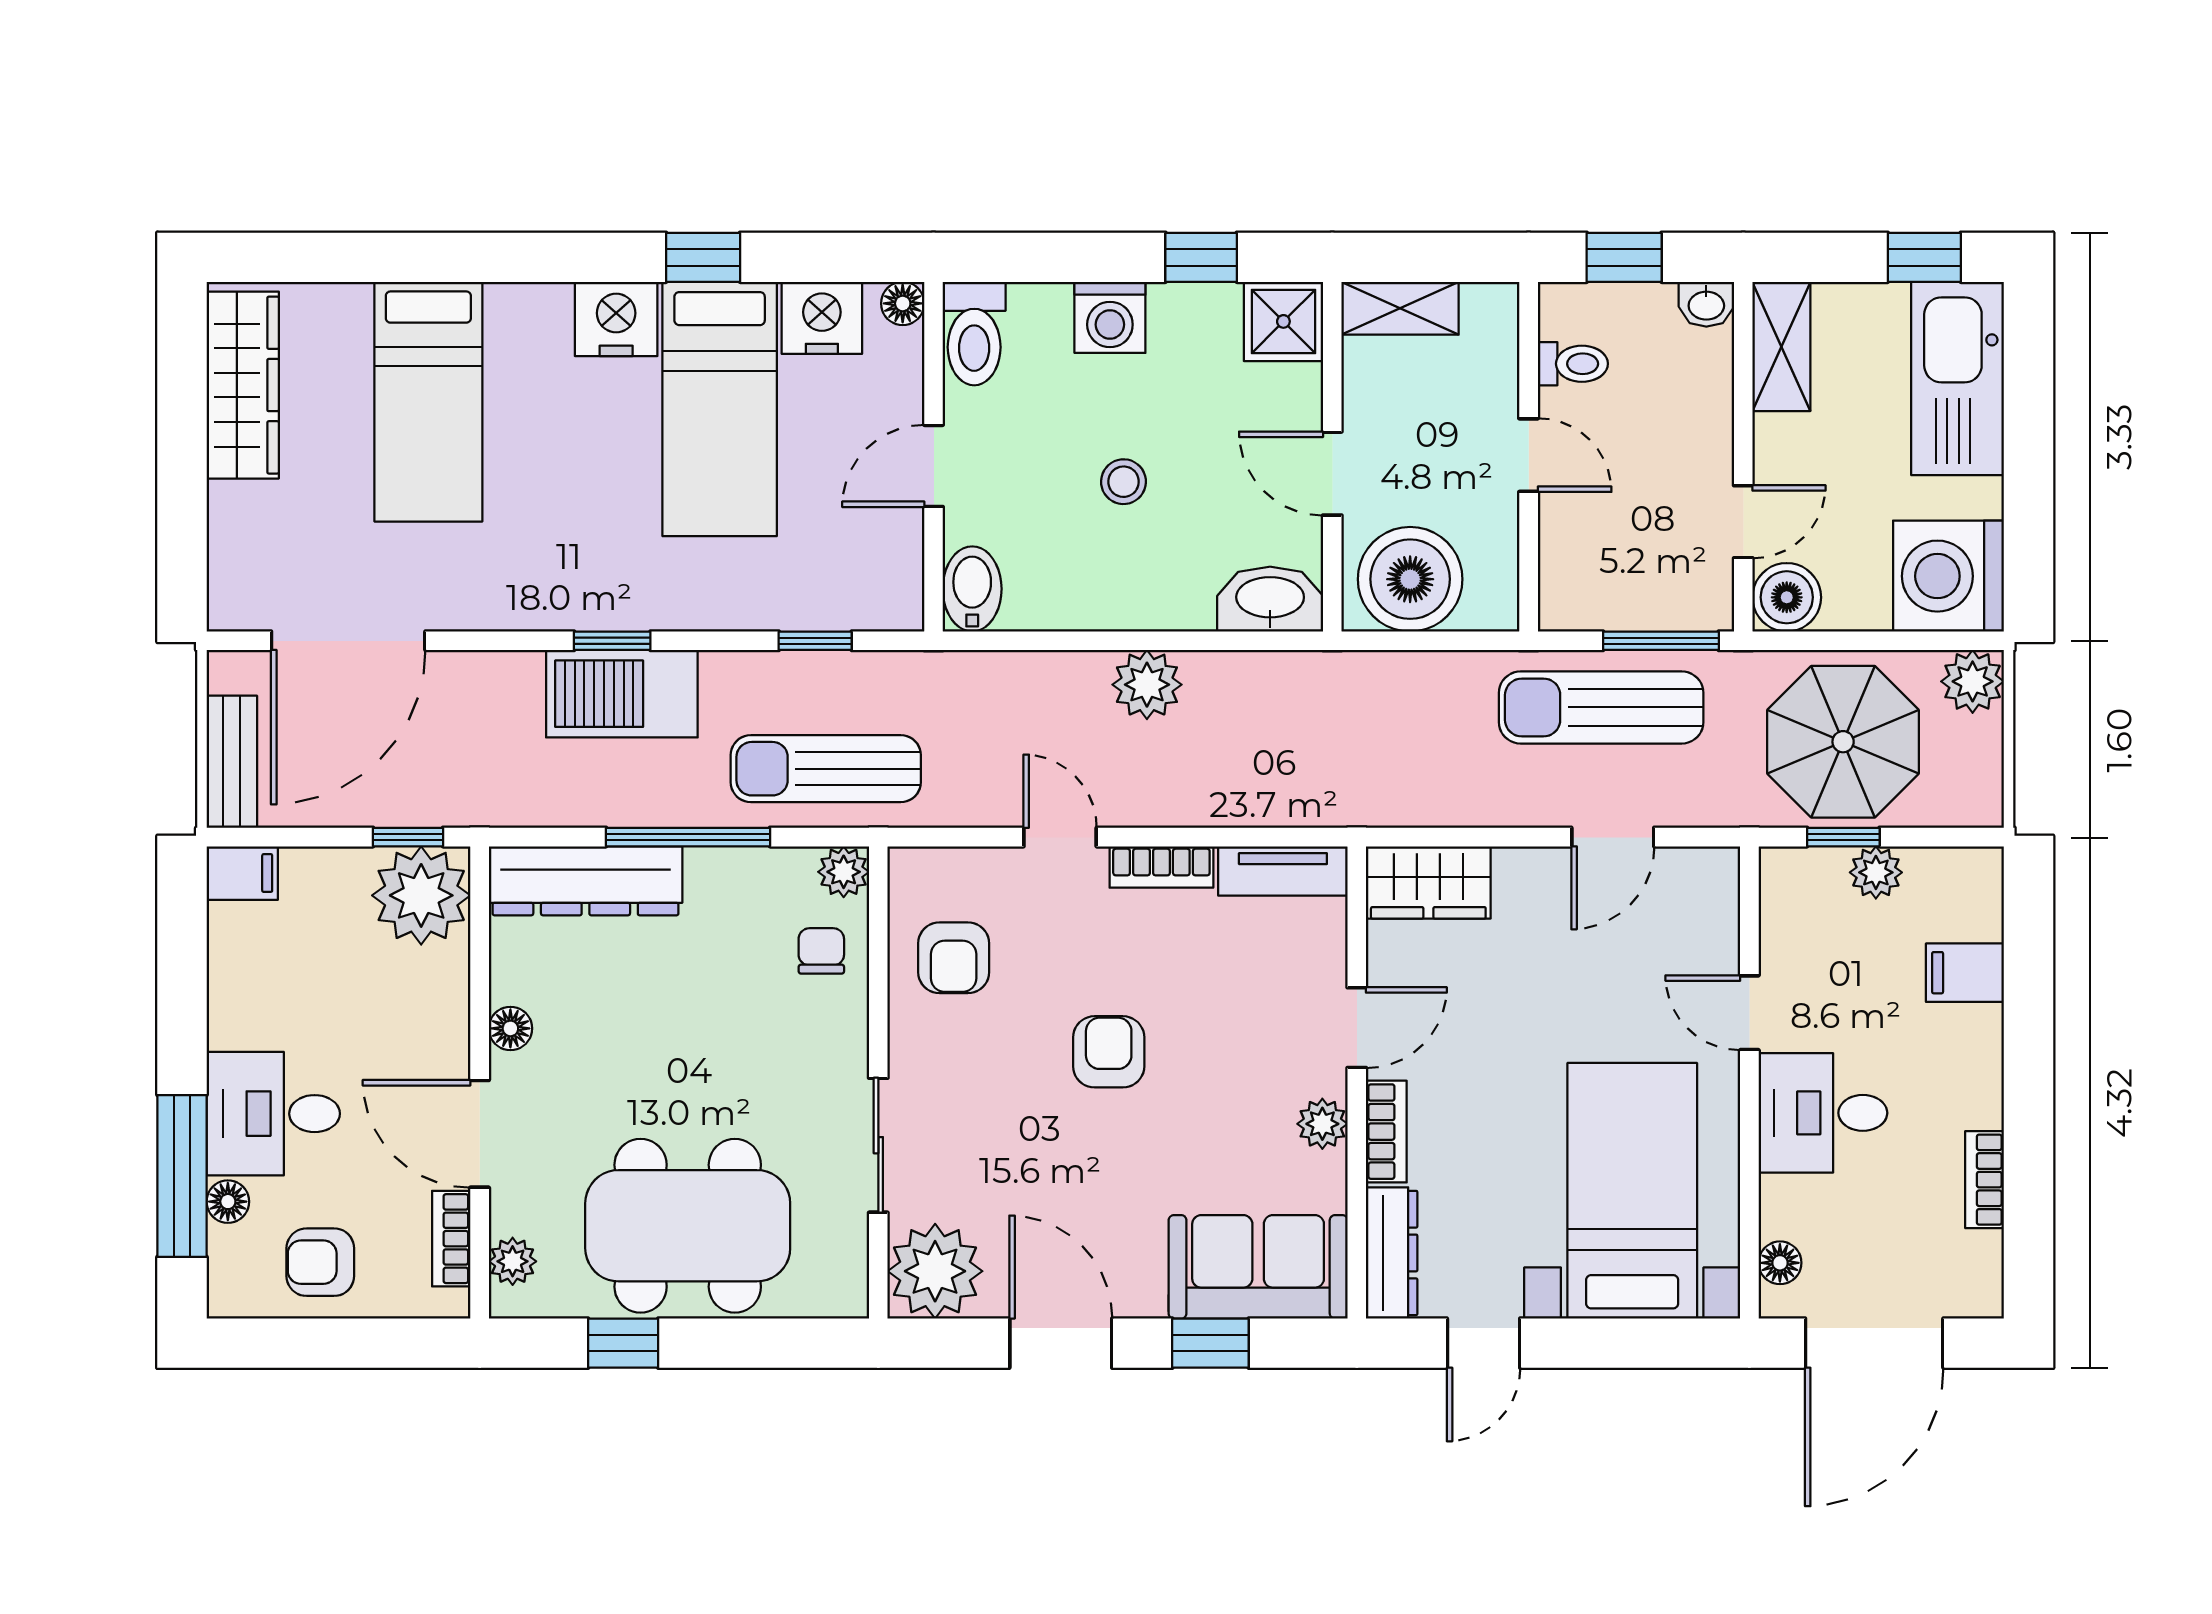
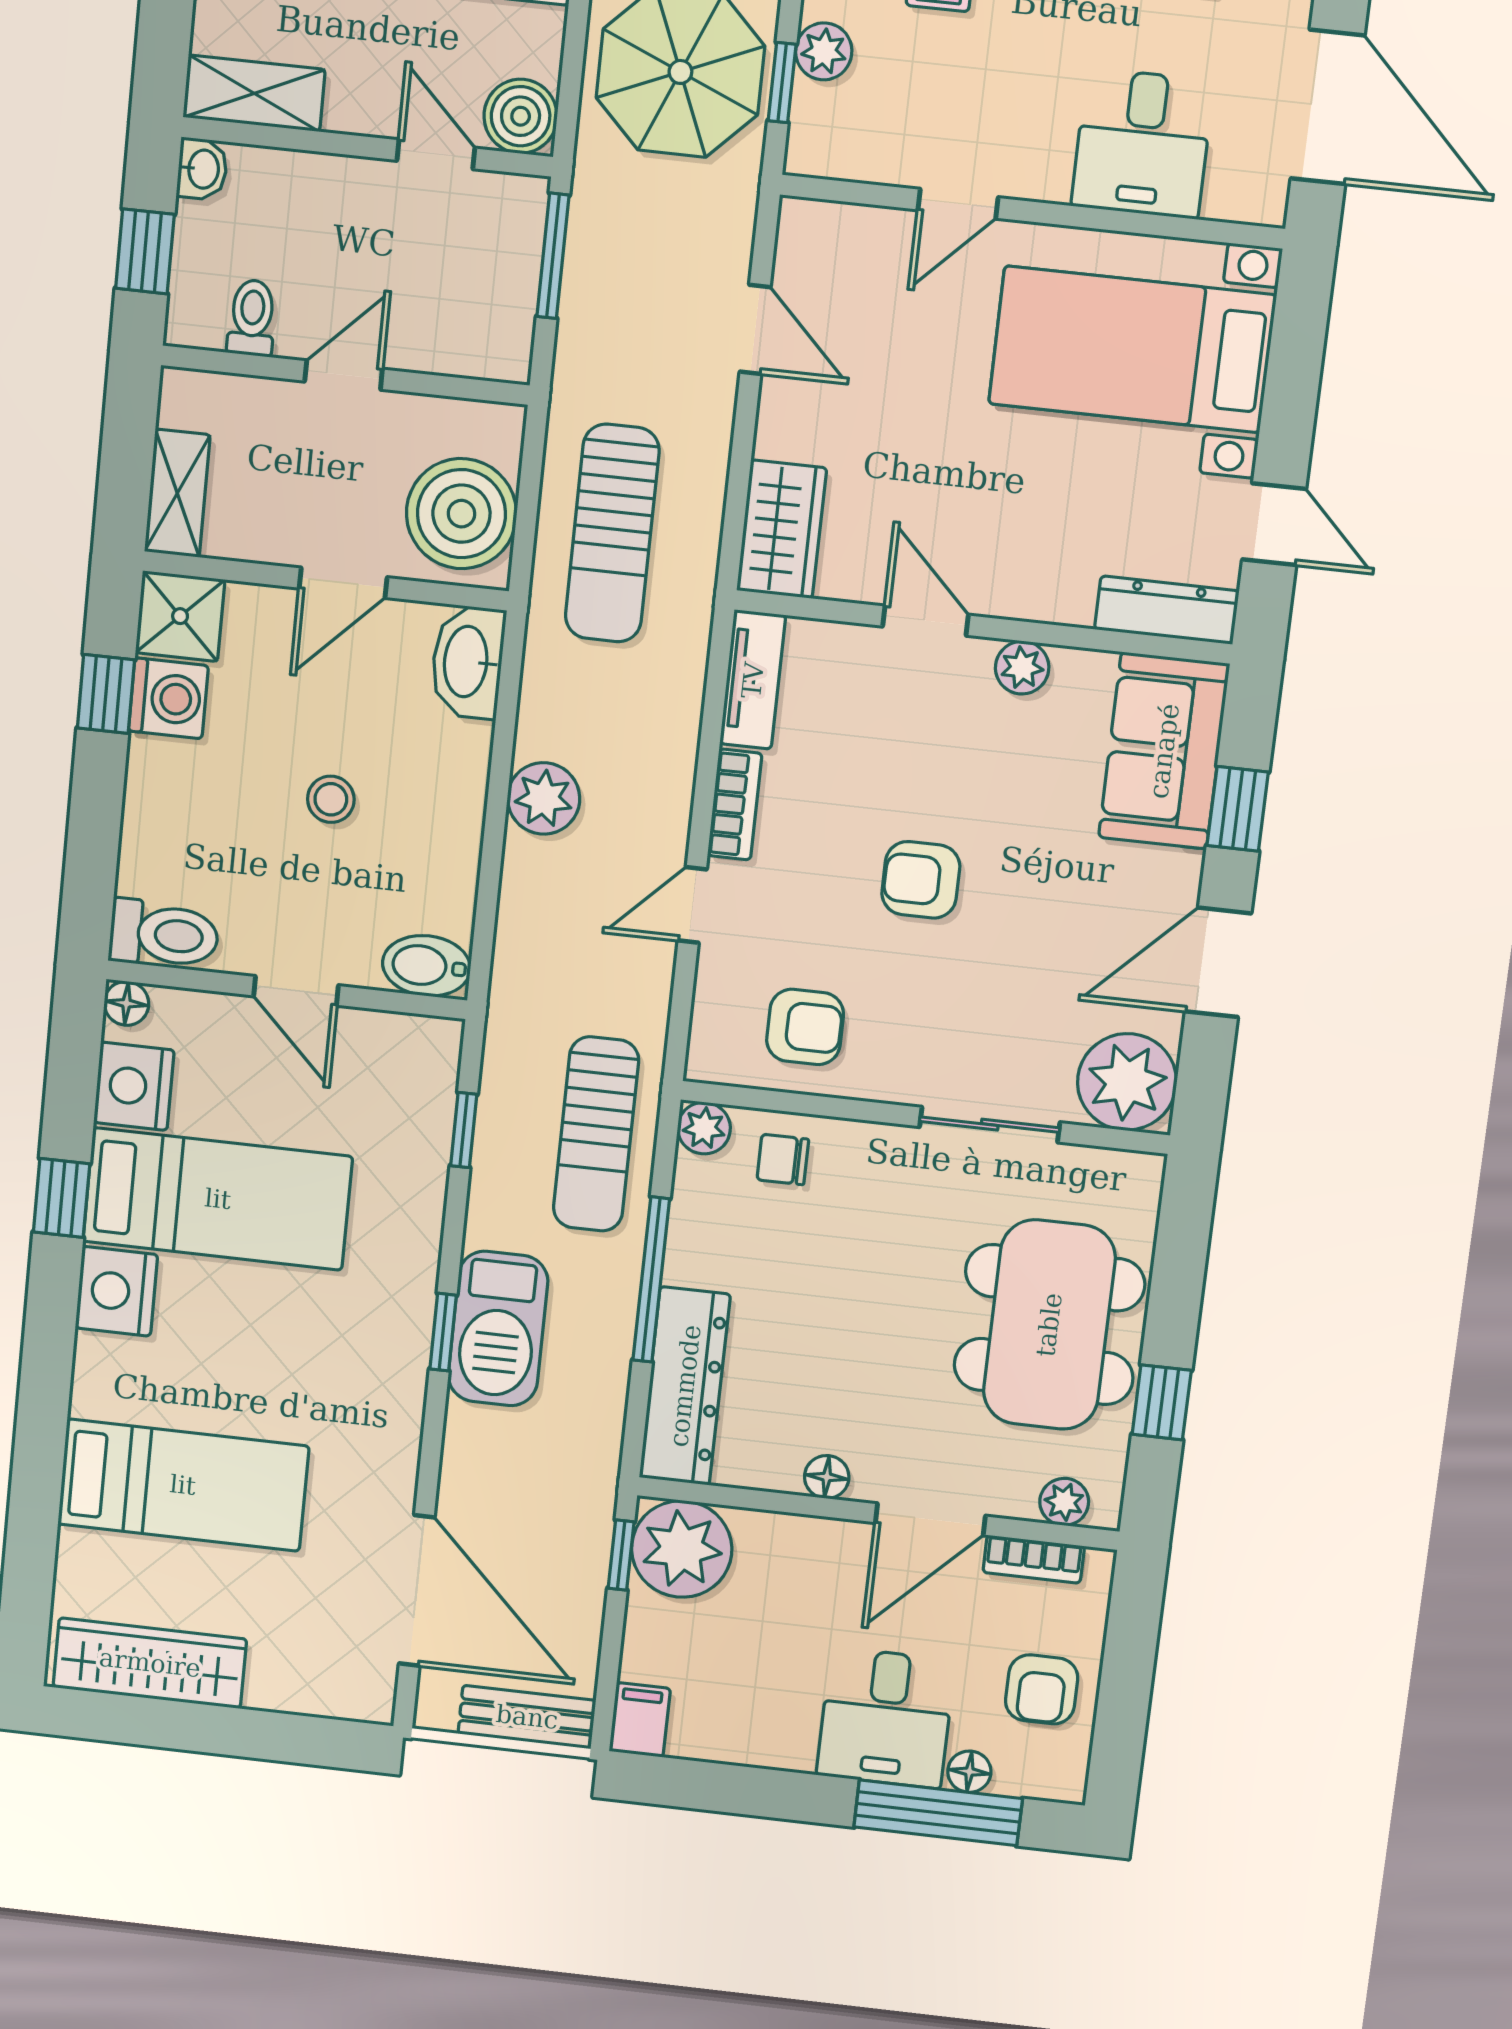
washing machine: (1110, 317) -> (168, 698), moved
sun lounger: (1601, 707) -> (612, 533), moved
desk: (1823, 1113) -> (1142, 143), moved
bookcase: (1386, 1132) -> (1038, 602), removed
floor lamp: (1780, 1263) -> (1229, 200), removed

